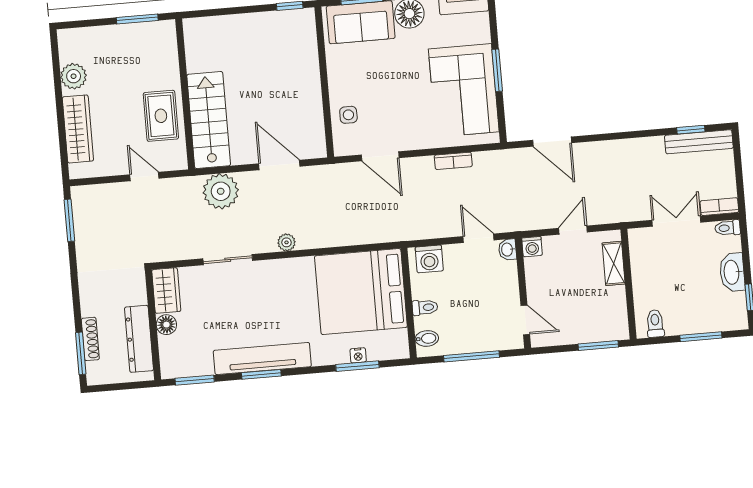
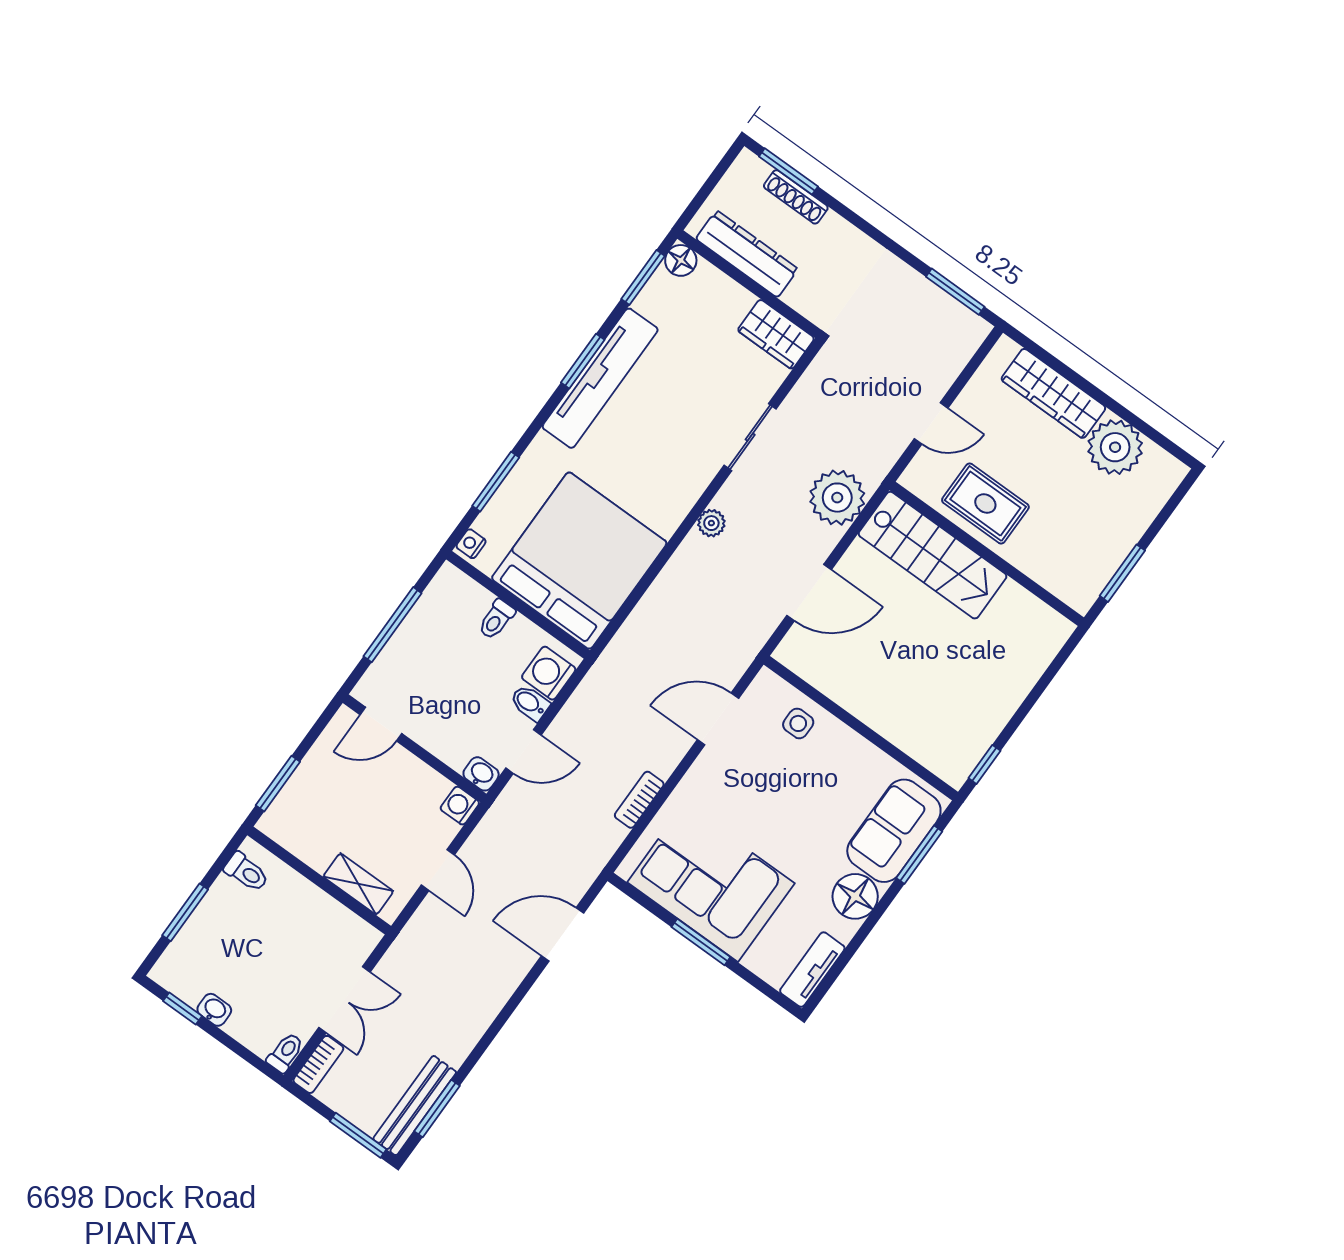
plant: (74, 76) -> (1115, 447), width x1.36, depth x1.36
window: (691, 130) -> (437, 1108), width x1.50
window: (737, 157) -> (358, 1135), added
washbasin: (732, 272) -> (214, 1010), width x0.52, depth x0.69
floor lamp: (166, 325) -> (681, 260), moved
bidet: (427, 338) -> (530, 703), moved, turned 90
nightstand: (358, 355) -> (471, 544), moved

